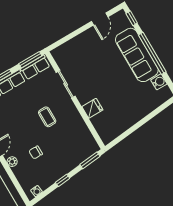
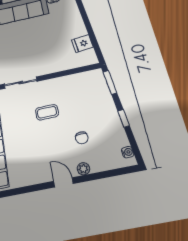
fridge: (92, 108) -> (82, 44), moved, turned -96

